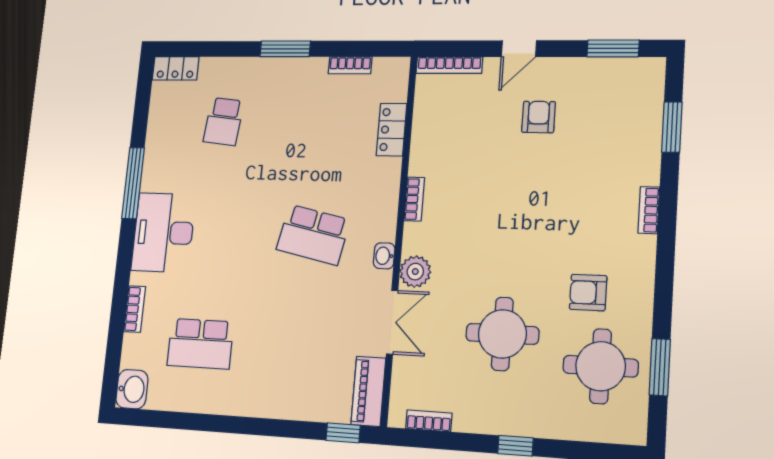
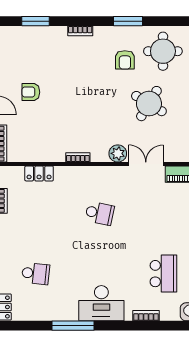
school desk: (313, 235) -> (100, 213), width x0.54
washbasin: (384, 256) -> (110, 172), removed
round table: (502, 334) -> (149, 104), turned 31
window: (660, 367) -> (128, 21), moved

